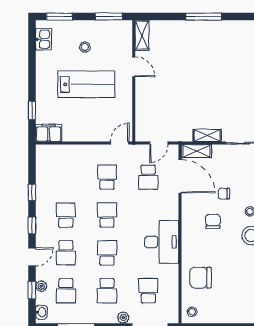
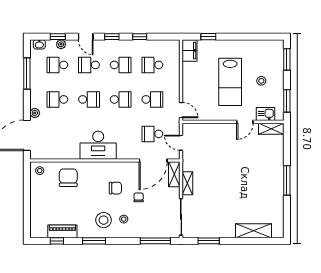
kitchen sink: (43, 39) -> (266, 114), moved, turned 180
school desk: (148, 291) -> (152, 65), moved, turned 180

